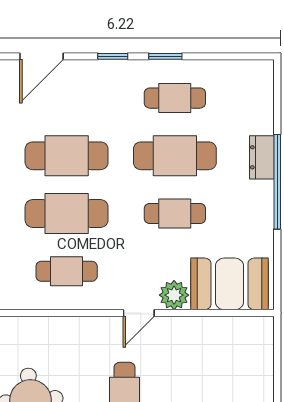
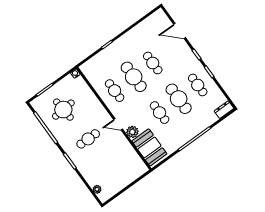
cafe table: (67, 156) -> (153, 63), width x0.73, depth x0.74
dresser: (262, 157) -> (224, 110), moved

